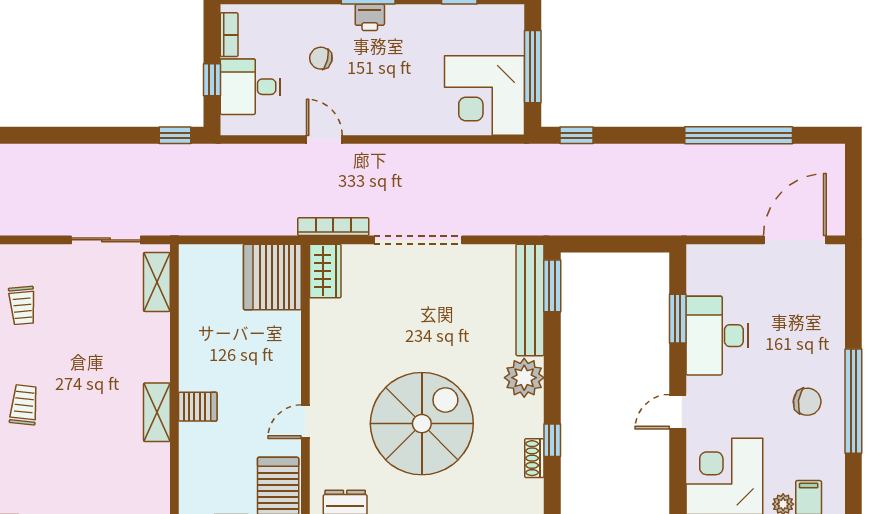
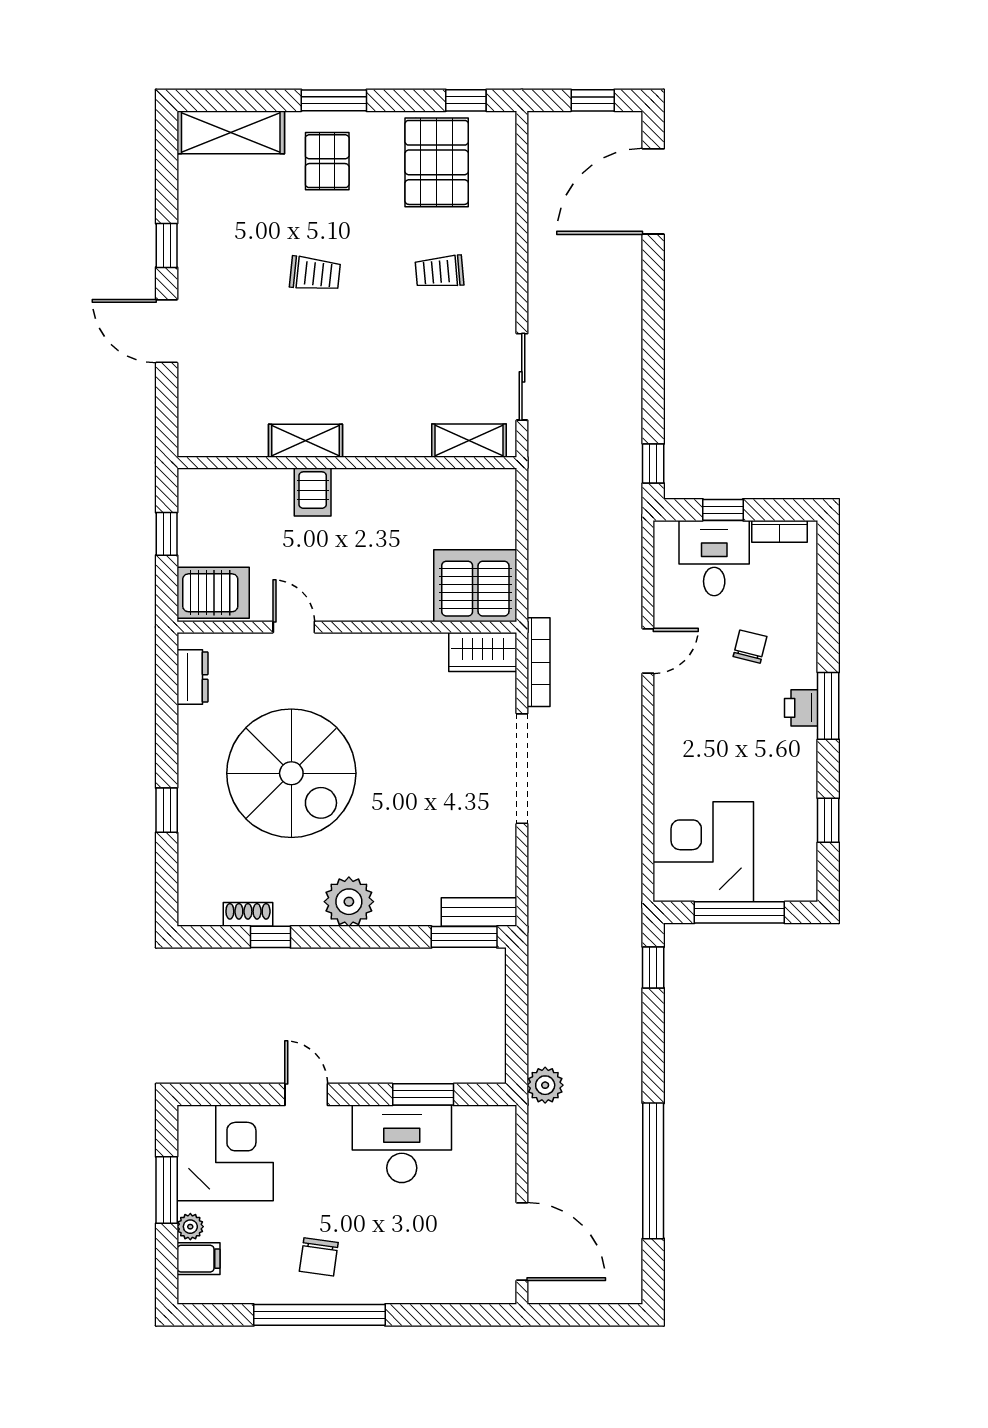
plant: (670, 221) -> (545, 1085), added
bench: (530, 300) -> (479, 912), width x0.54, depth x0.82

